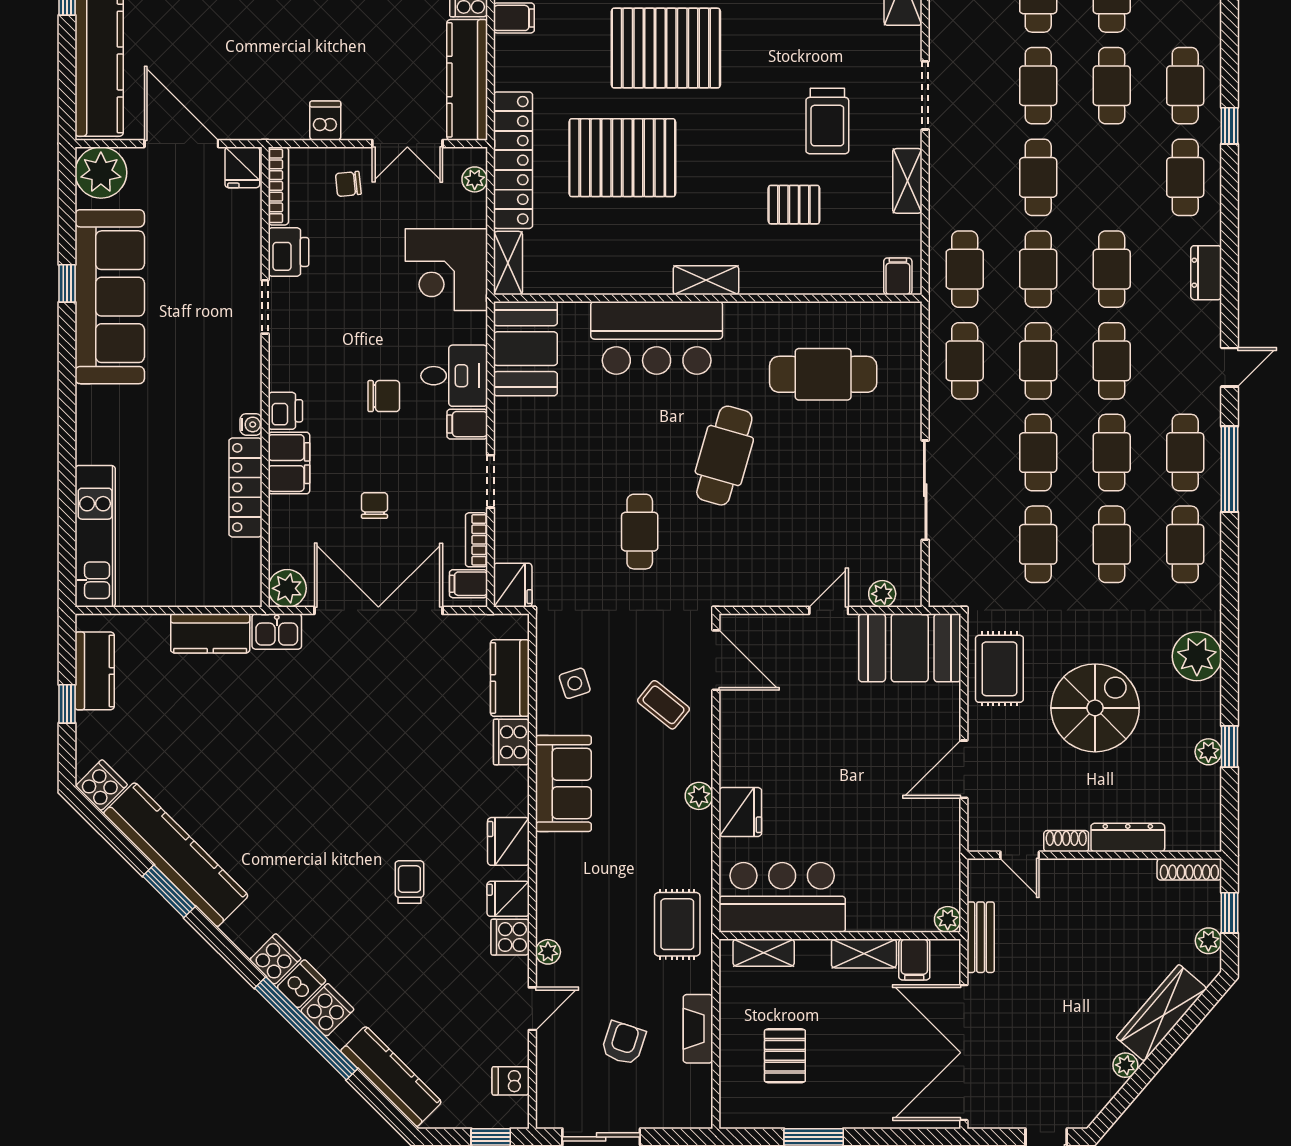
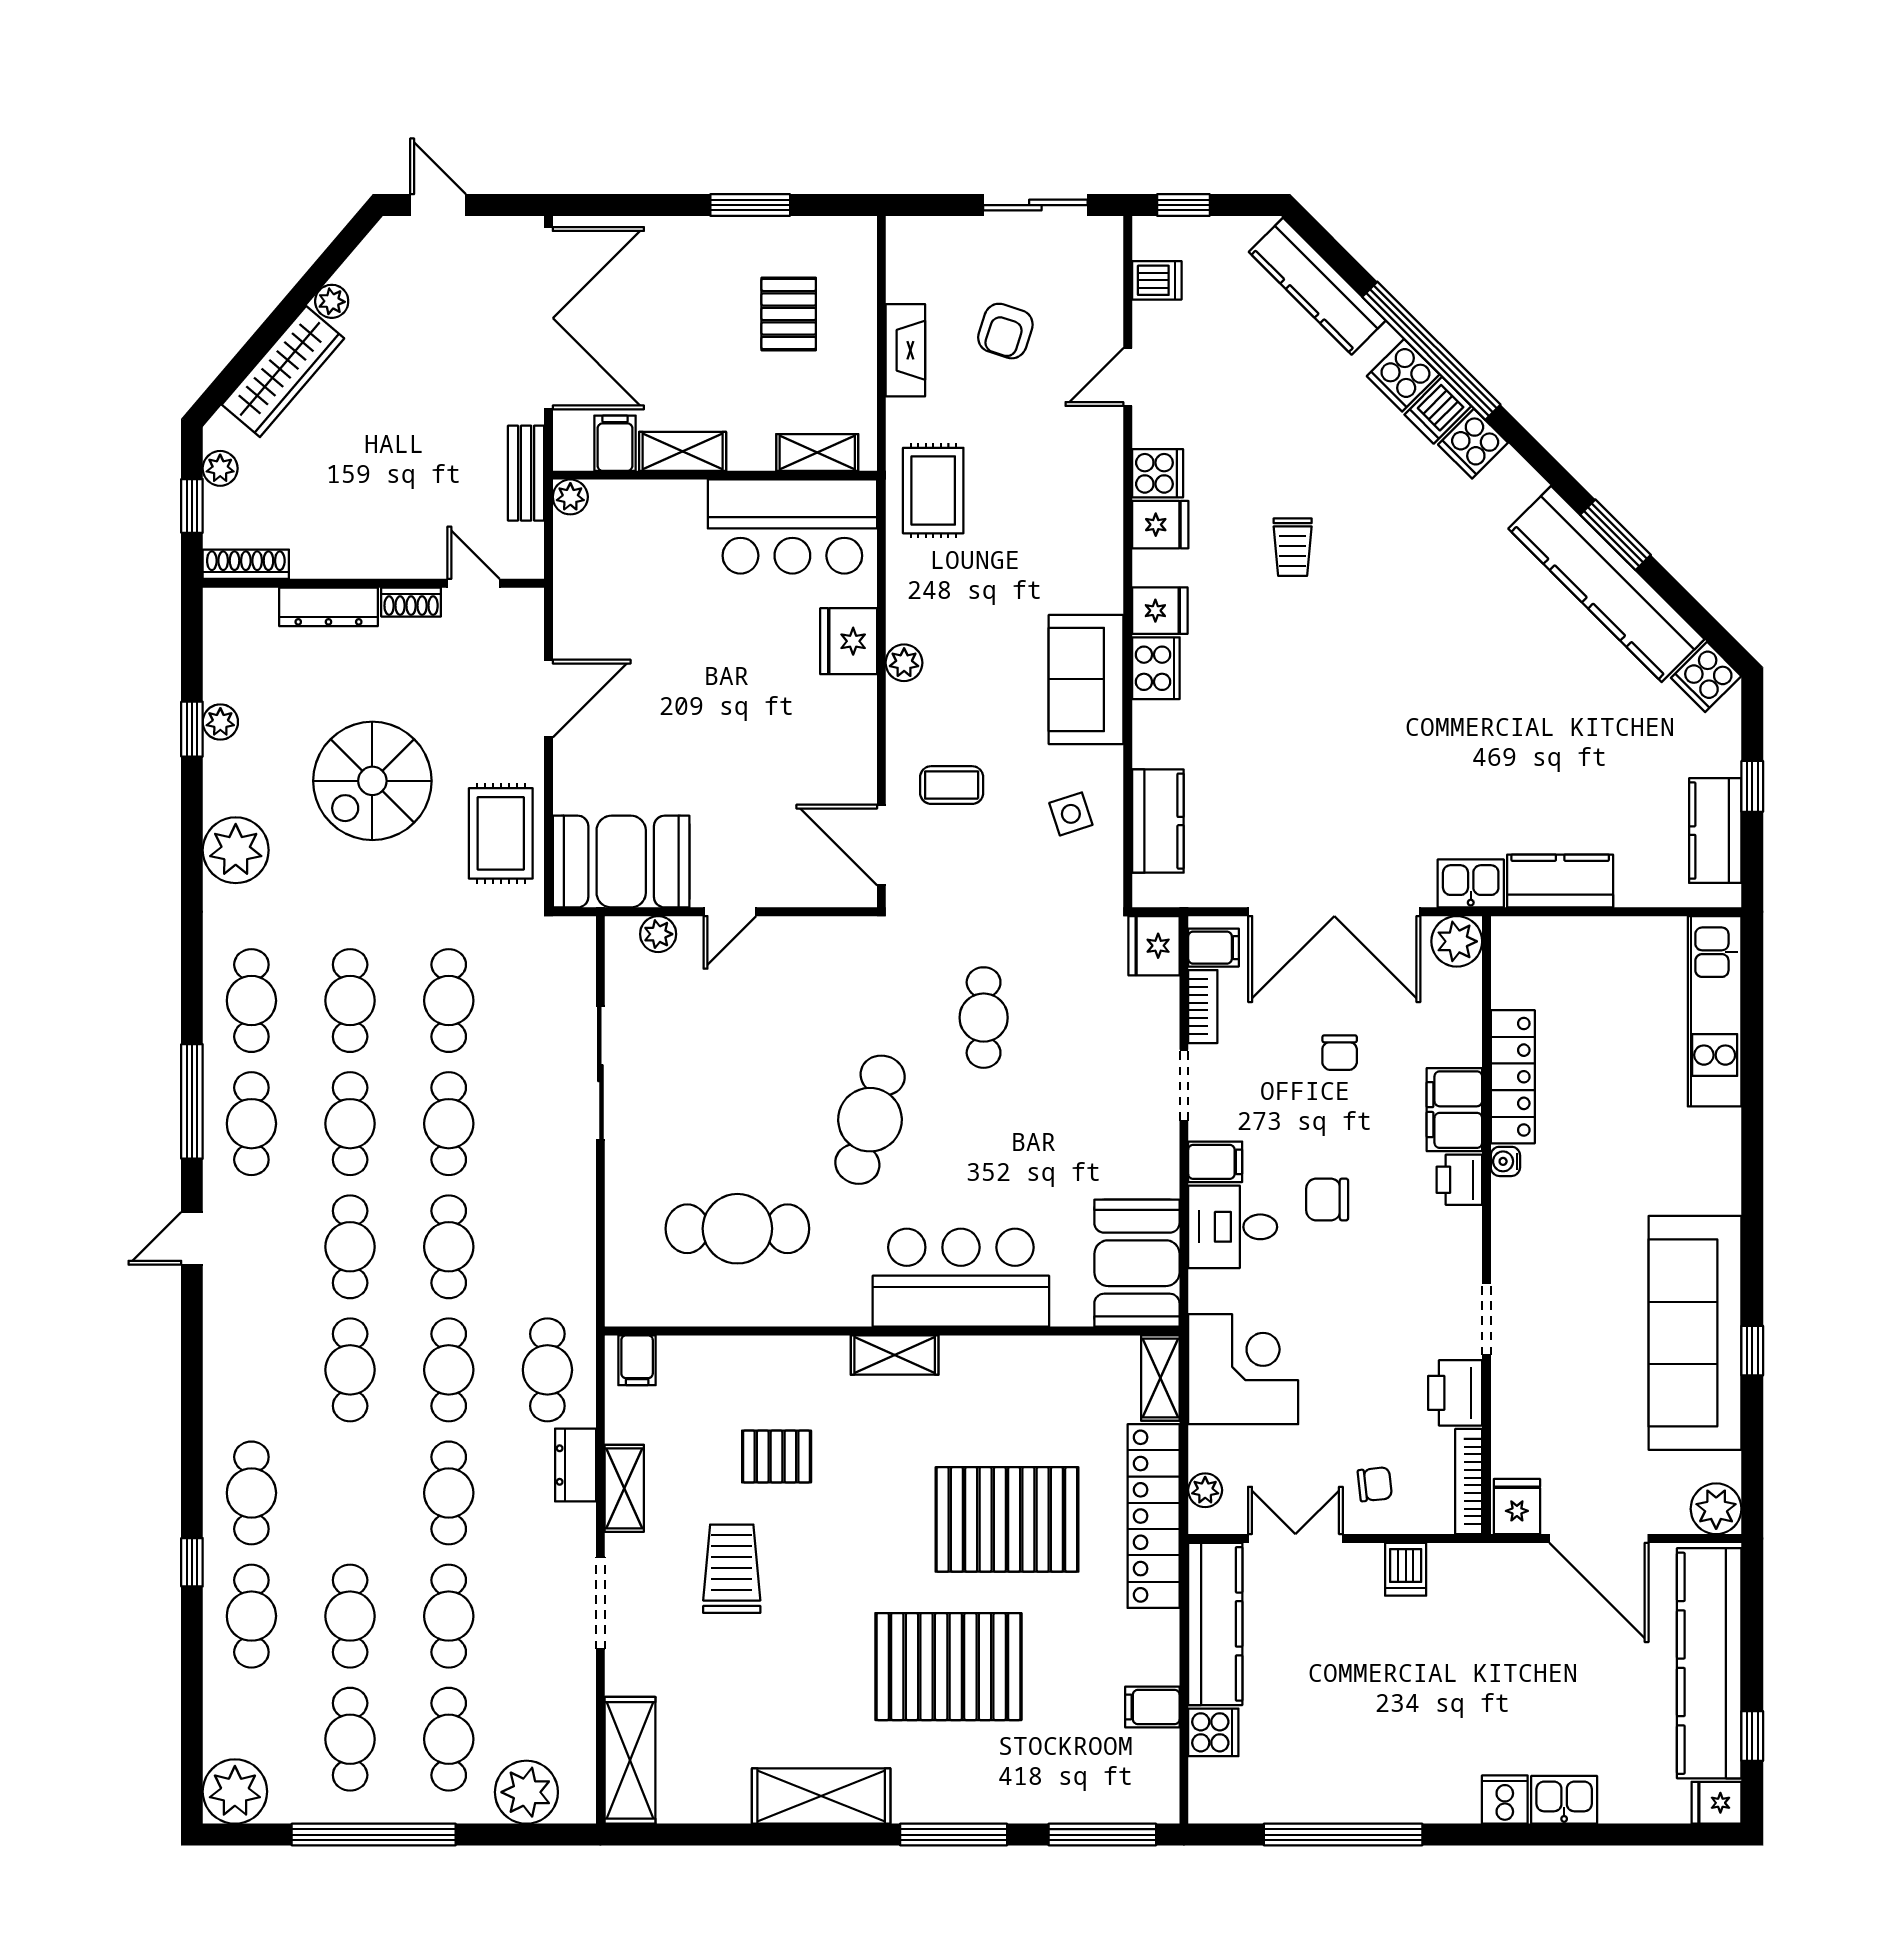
plant: (101, 173) -> (1716, 1509), width x0.73, depth x0.73
dresser: (1206, 273) -> (576, 1465), moved, turned 180
cafe table: (965, 361) -> (547, 1247), removed
coffee table: (663, 705) -> (952, 785), turned -39
cooker: (511, 742) -> (1156, 668), moved
fridge: (508, 841) -> (1160, 611), width x0.72
plant: (548, 952) -> (1107, 454), removed

